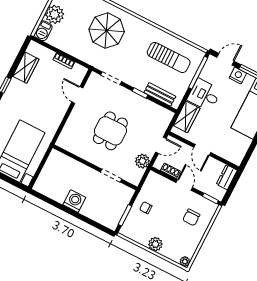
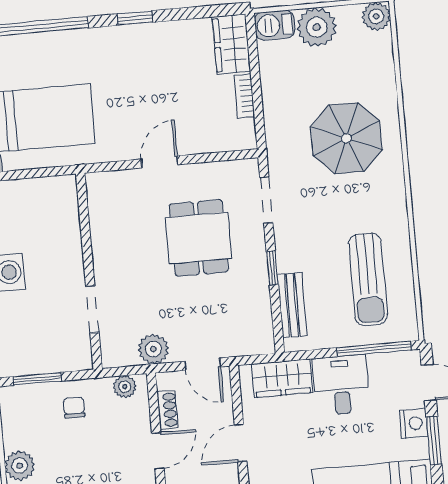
wardrobe: (26, 68) -> (231, 44), moved, turned 90
door: (77, 95) -> (160, 162), moved
dining table: (110, 131) -> (198, 238), moved, turned 90
plant: (150, 182) -> (125, 387), added

